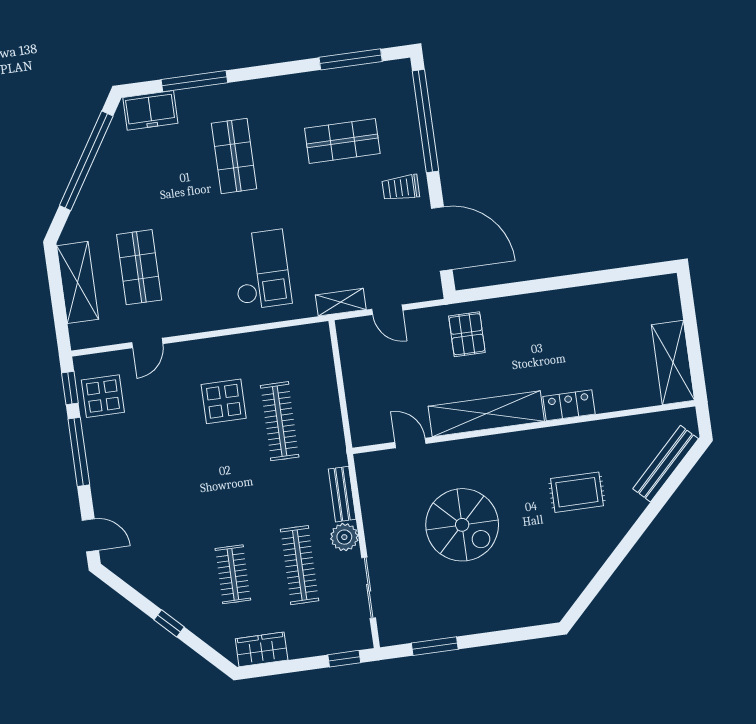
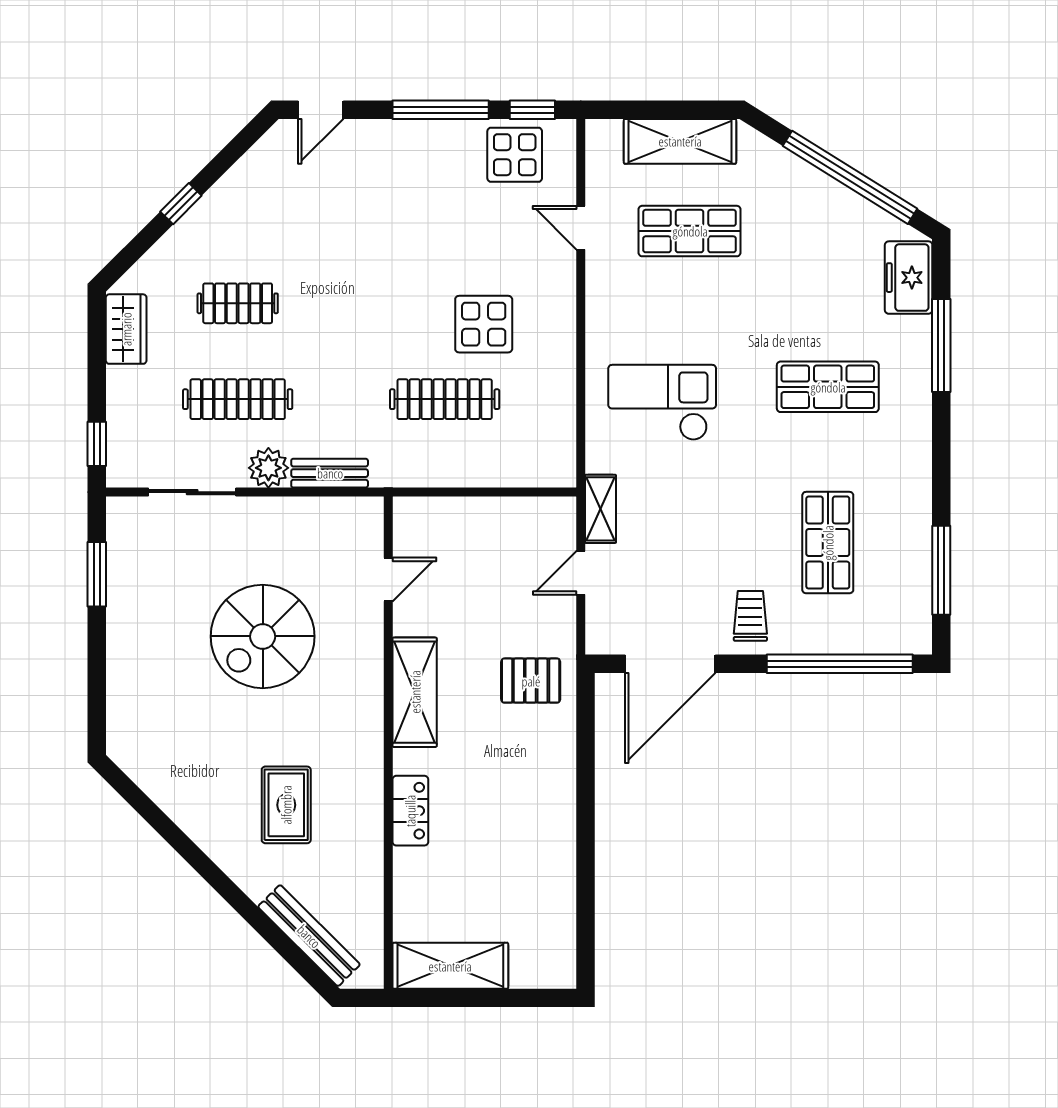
checkout: (261, 270) -> (662, 403), turned 180
shelving: (486, 414) -> (415, 692), width x0.68

